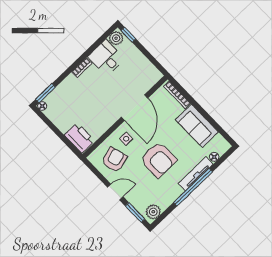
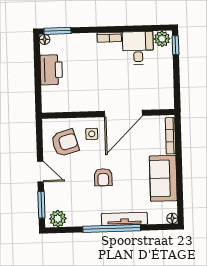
printer: (80, 138) -> (51, 70), moved
floor lamp: (214, 157) -> (172, 218), moved
armchair: (158, 160) -> (103, 177), width x0.53, depth x0.53

